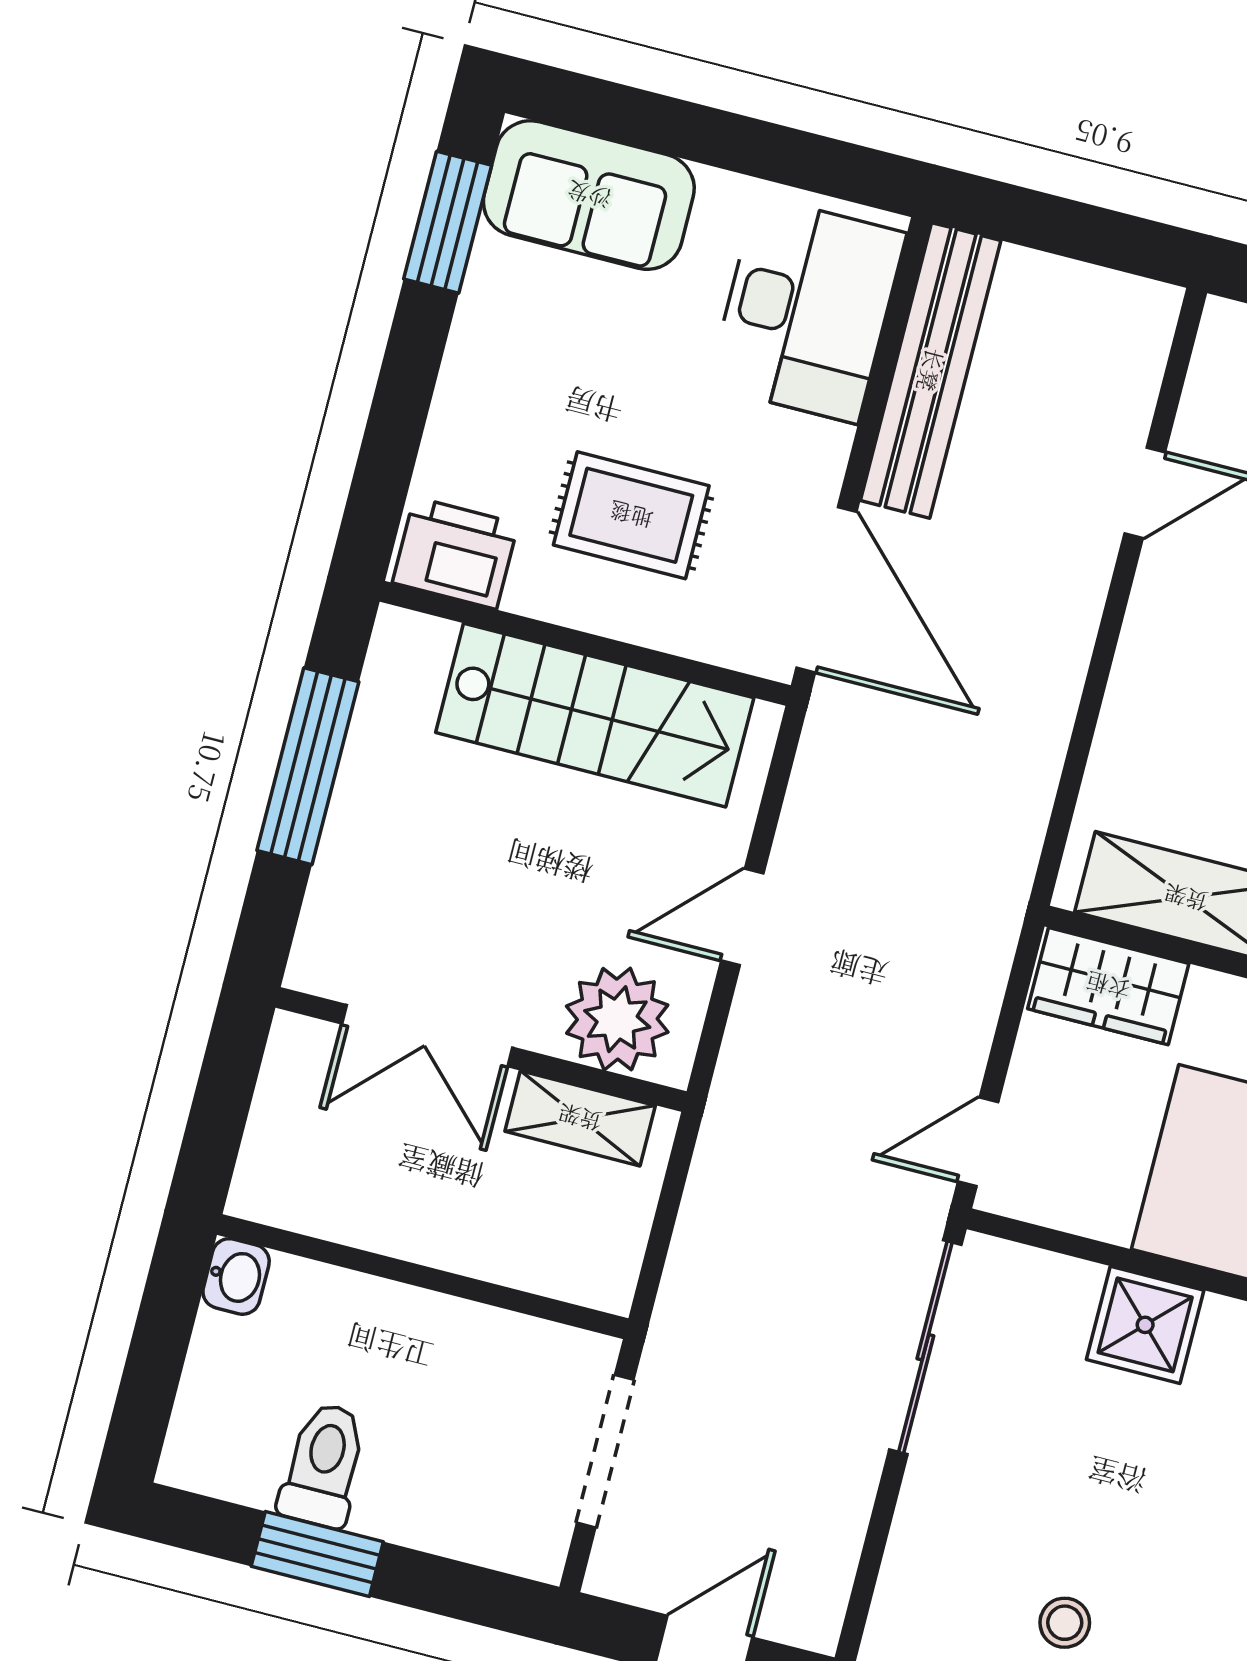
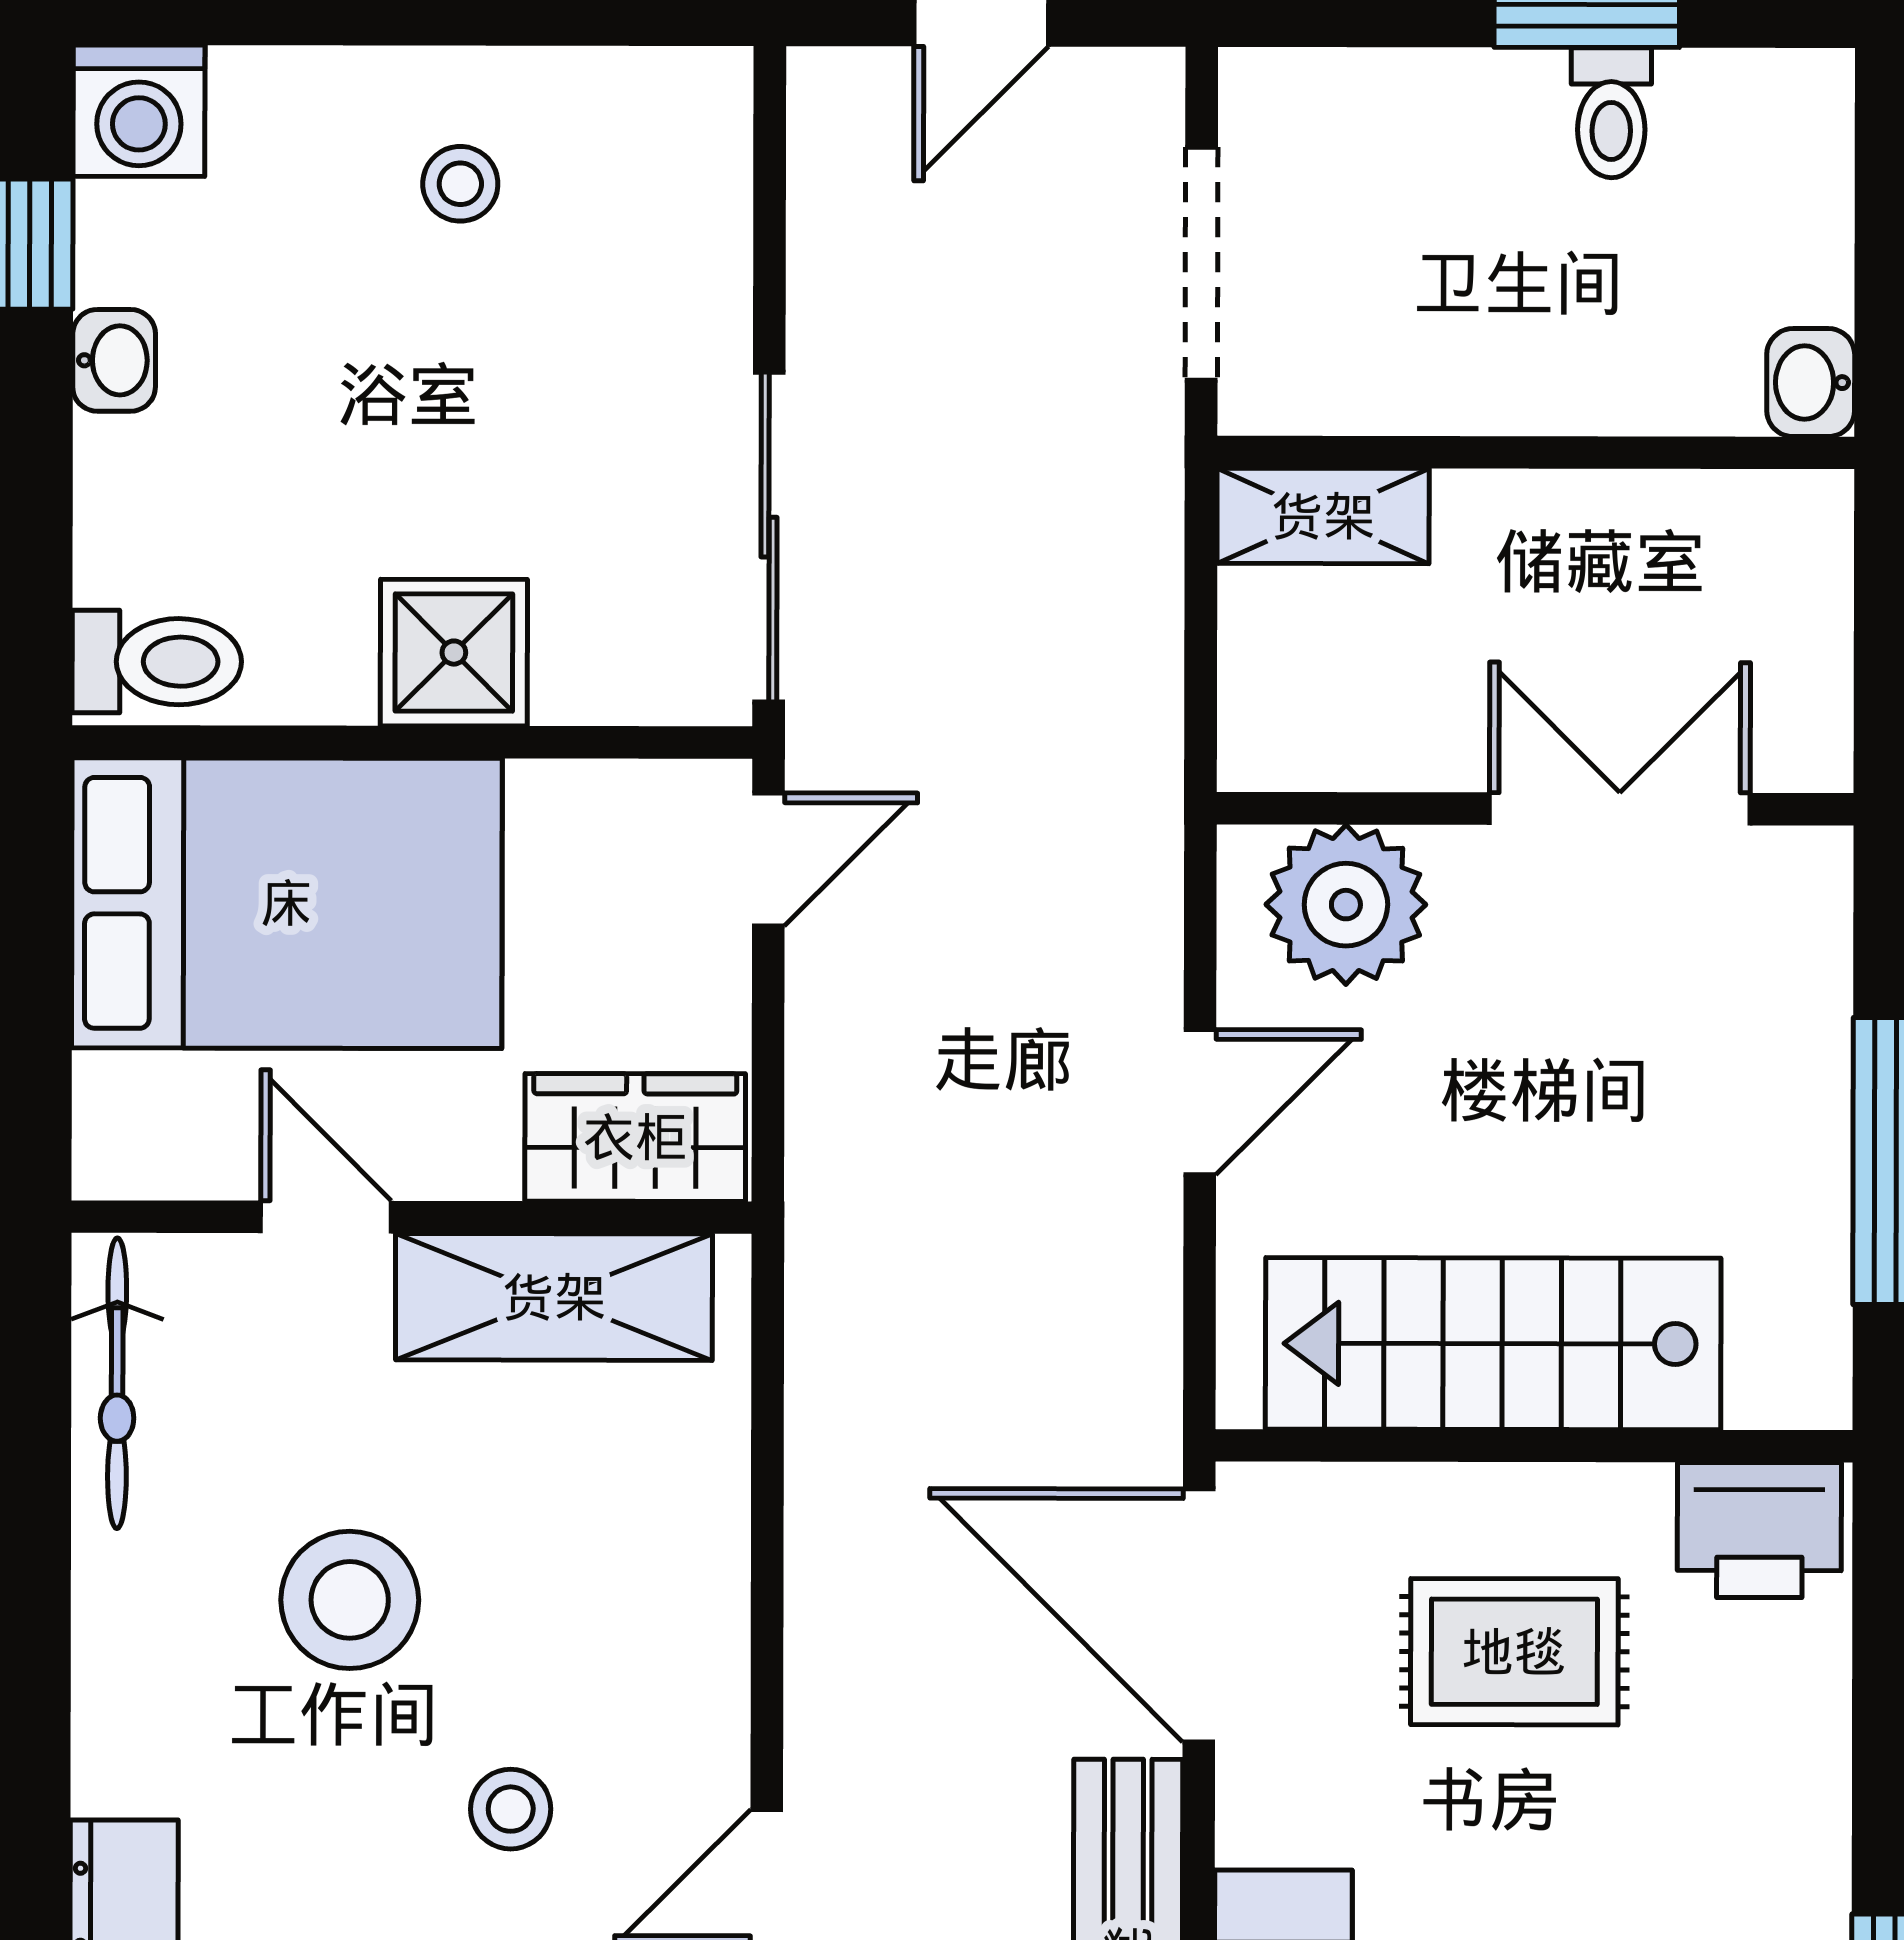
shelving: (580, 1118) -> (1323, 516), moved
toilet: (323, 1465) -> (1611, 113), width x0.73, depth x0.72

